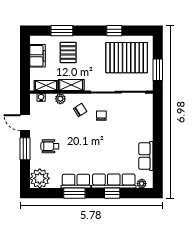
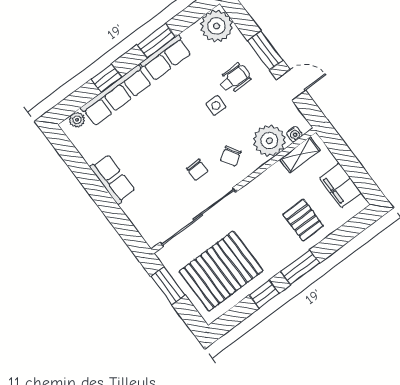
window: (62, 31) -> (300, 267), moved
shelving: (71, 85) -> (267, 180), removed
plant: (60, 99) -> (269, 141), width x1.87, depth x1.87
side table: (69, 140) -> (216, 106), added
row of seats: (146, 156) -> (113, 179), moved

